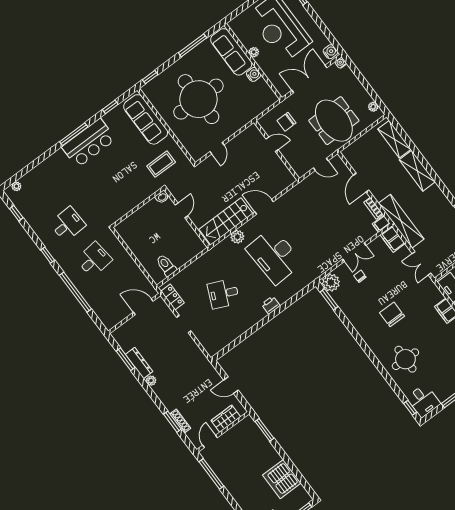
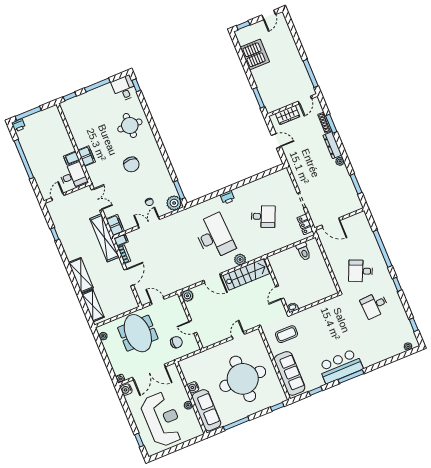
plant: (288, 179) -> (187, 296), added
desk: (94, 260) -> (361, 271), turned 30
dresser: (139, 363) -> (332, 145), moved

